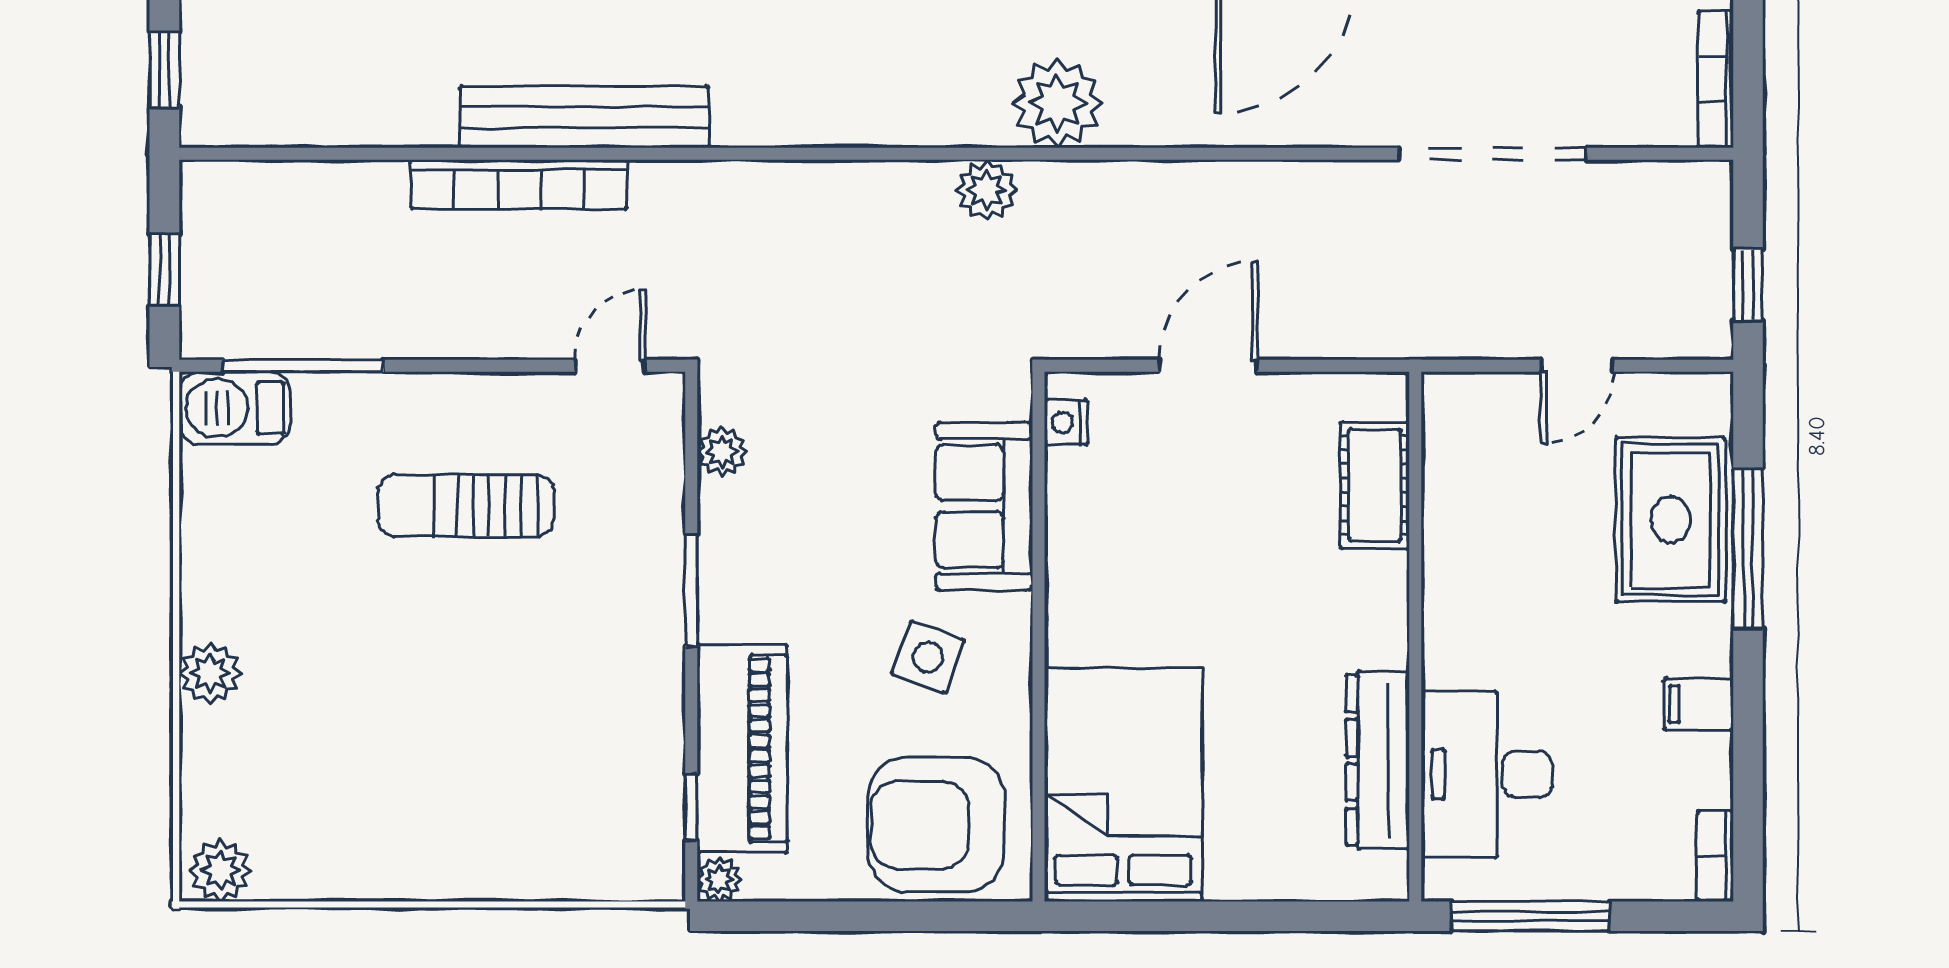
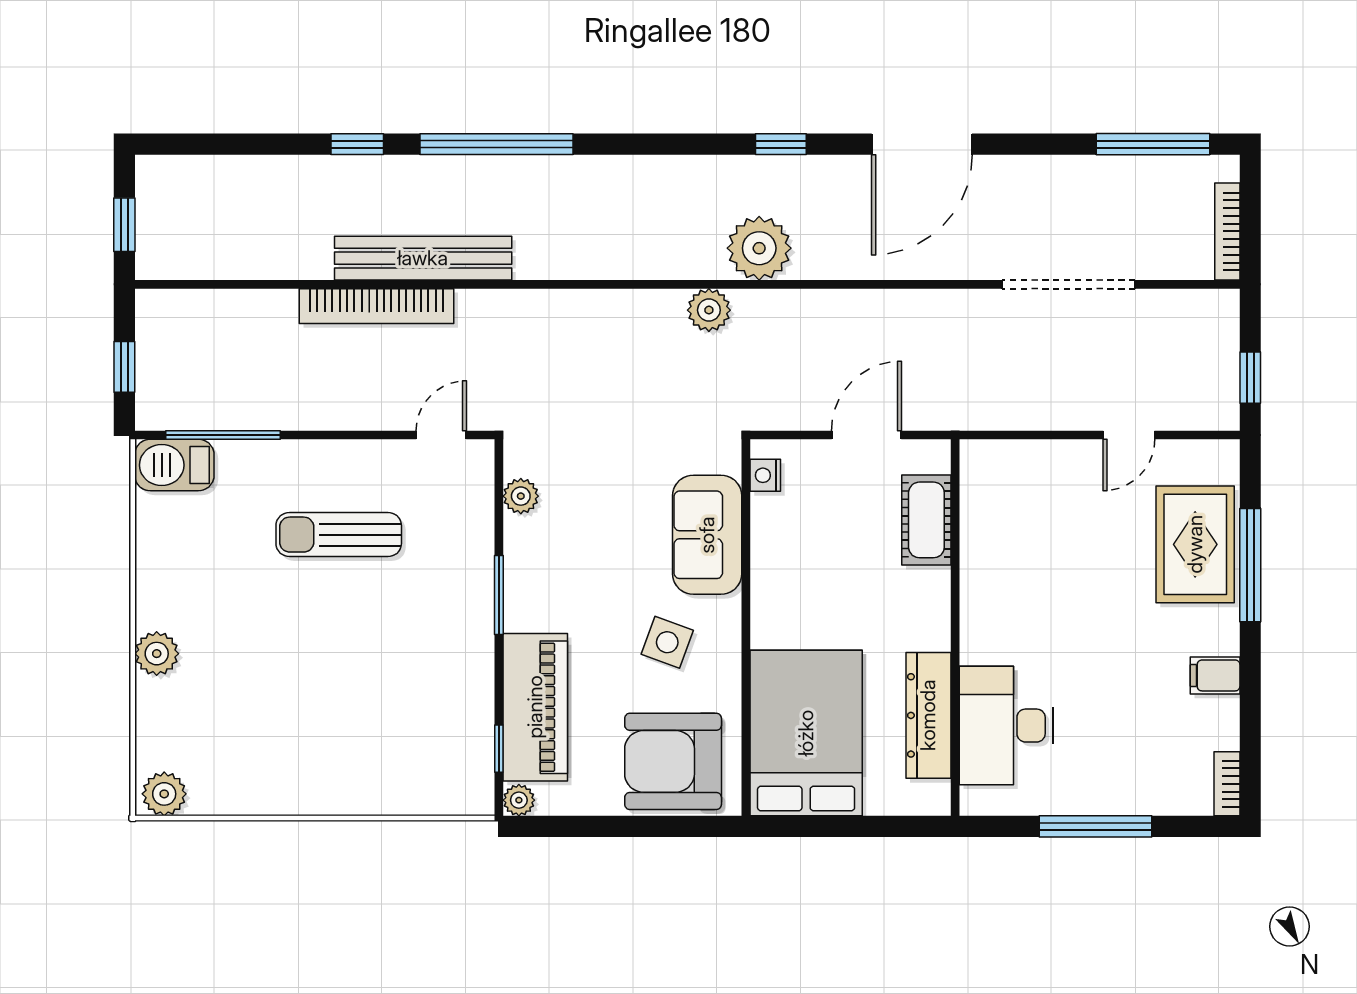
cot: (1375, 485) -> (926, 520), moved
wall: (1415, 637) -> (955, 628), moved
dresser: (1378, 760) -> (928, 715), moved
desk: (1487, 774) -> (1006, 726), moved

